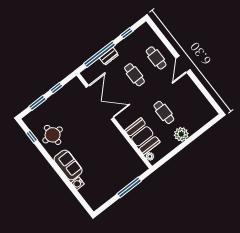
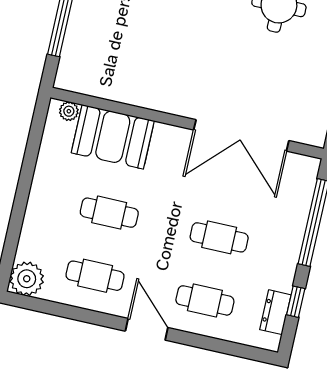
dresser: (109, 56) -> (275, 312), moved
cafe table: (185, 96) -> (95, 276), added
plant: (181, 134) -> (27, 279), moved

